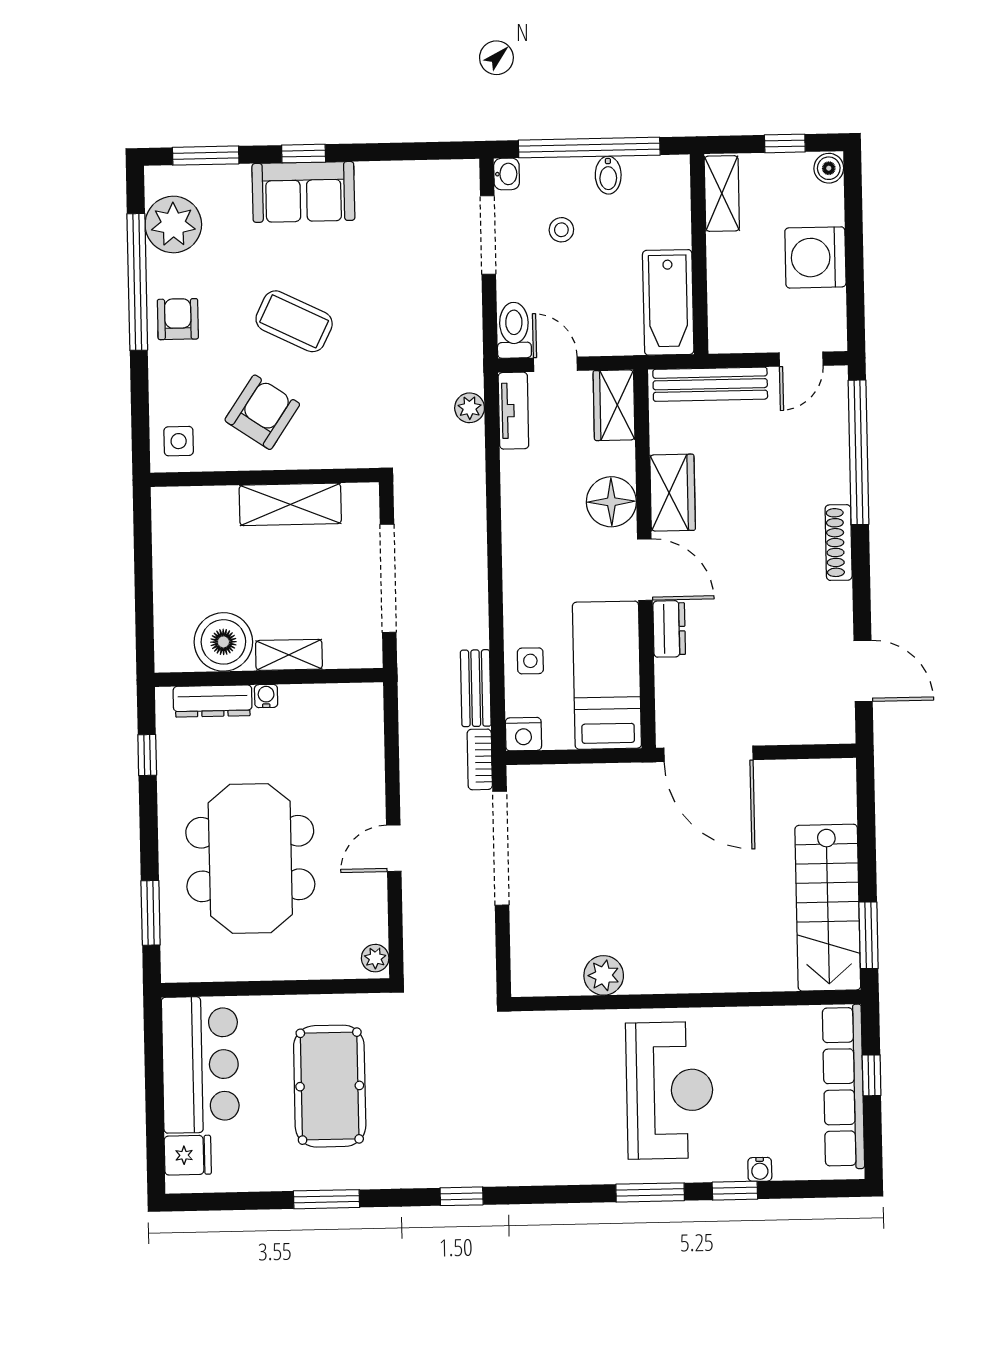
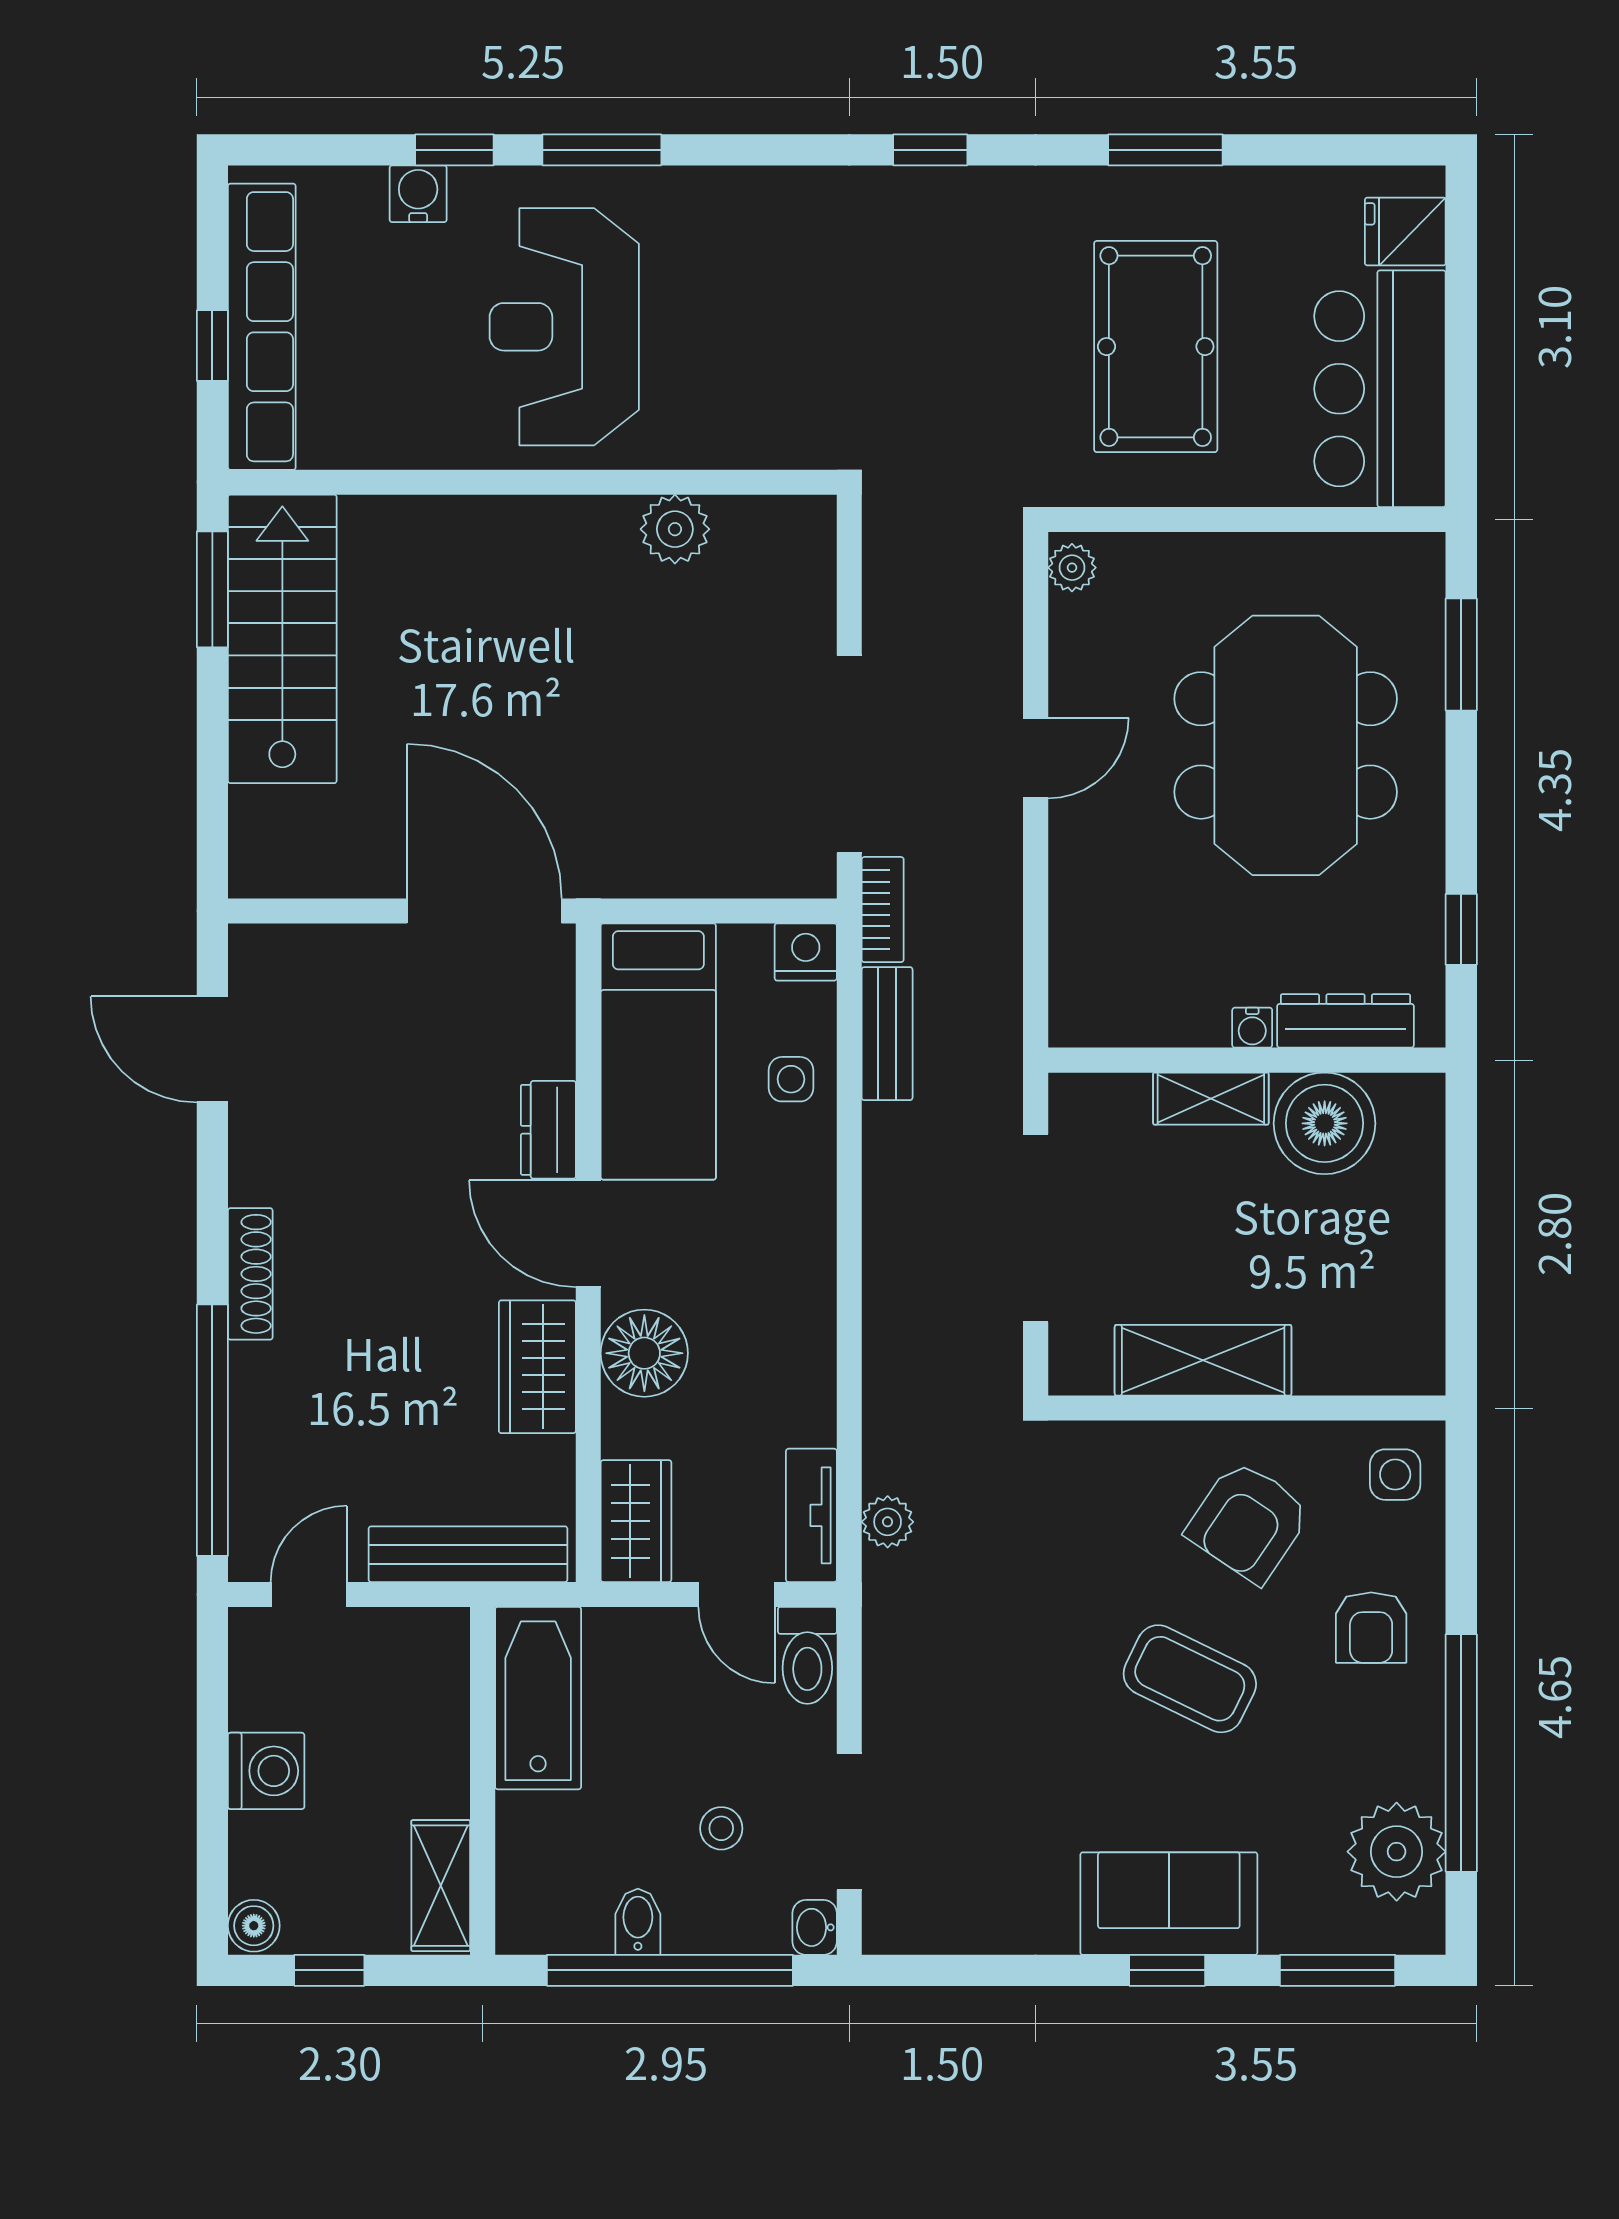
washing machine: (815, 257) -> (266, 1771), width x0.73, depth x0.73
armchair: (178, 319) -> (1371, 1628), moved
water cooler: (760, 1169) -> (418, 194), width x1.38, depth x1.38

